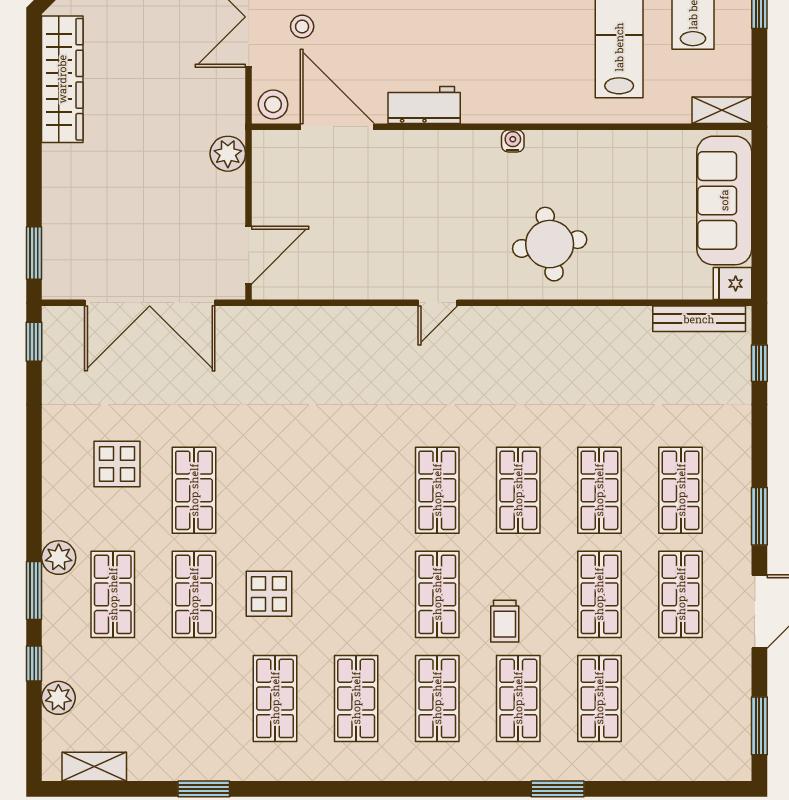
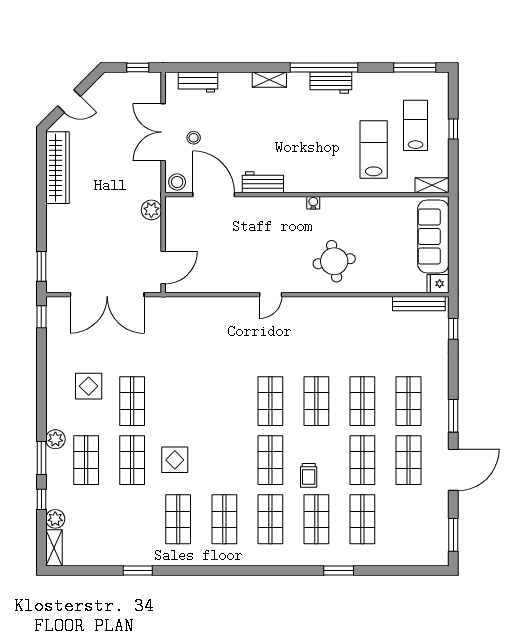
shelving: (94, 767) -> (54, 548), moved, turned 90

